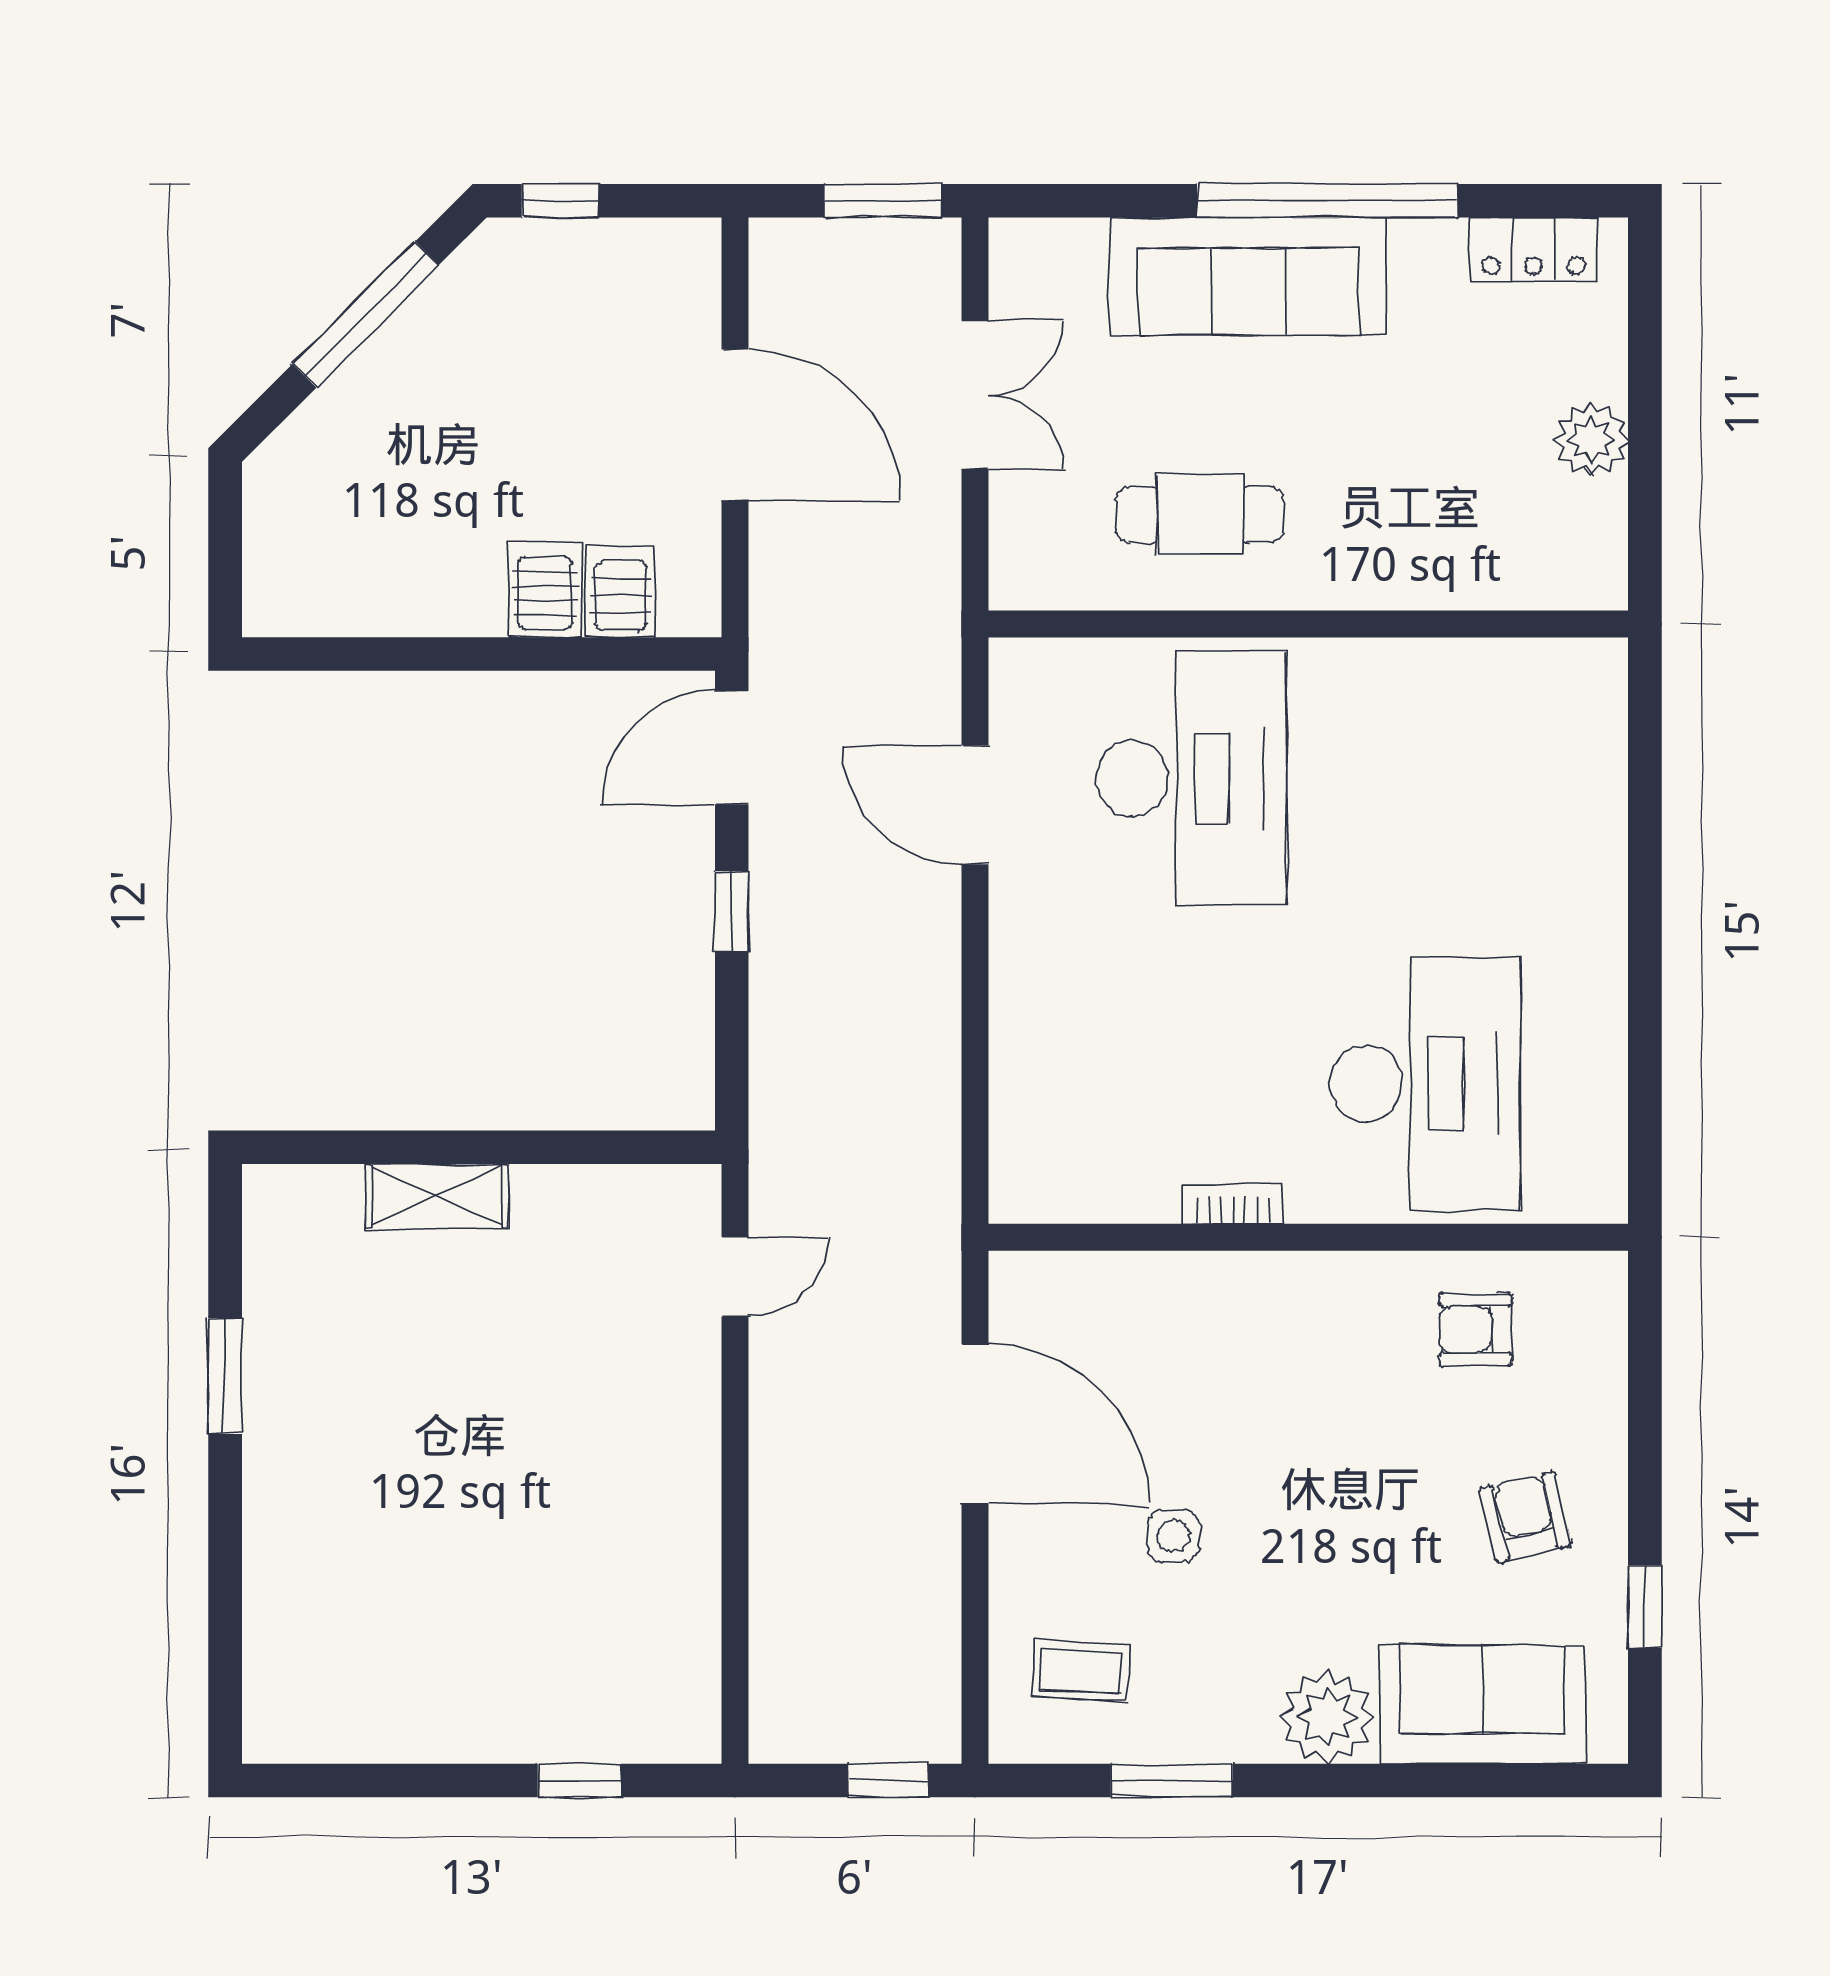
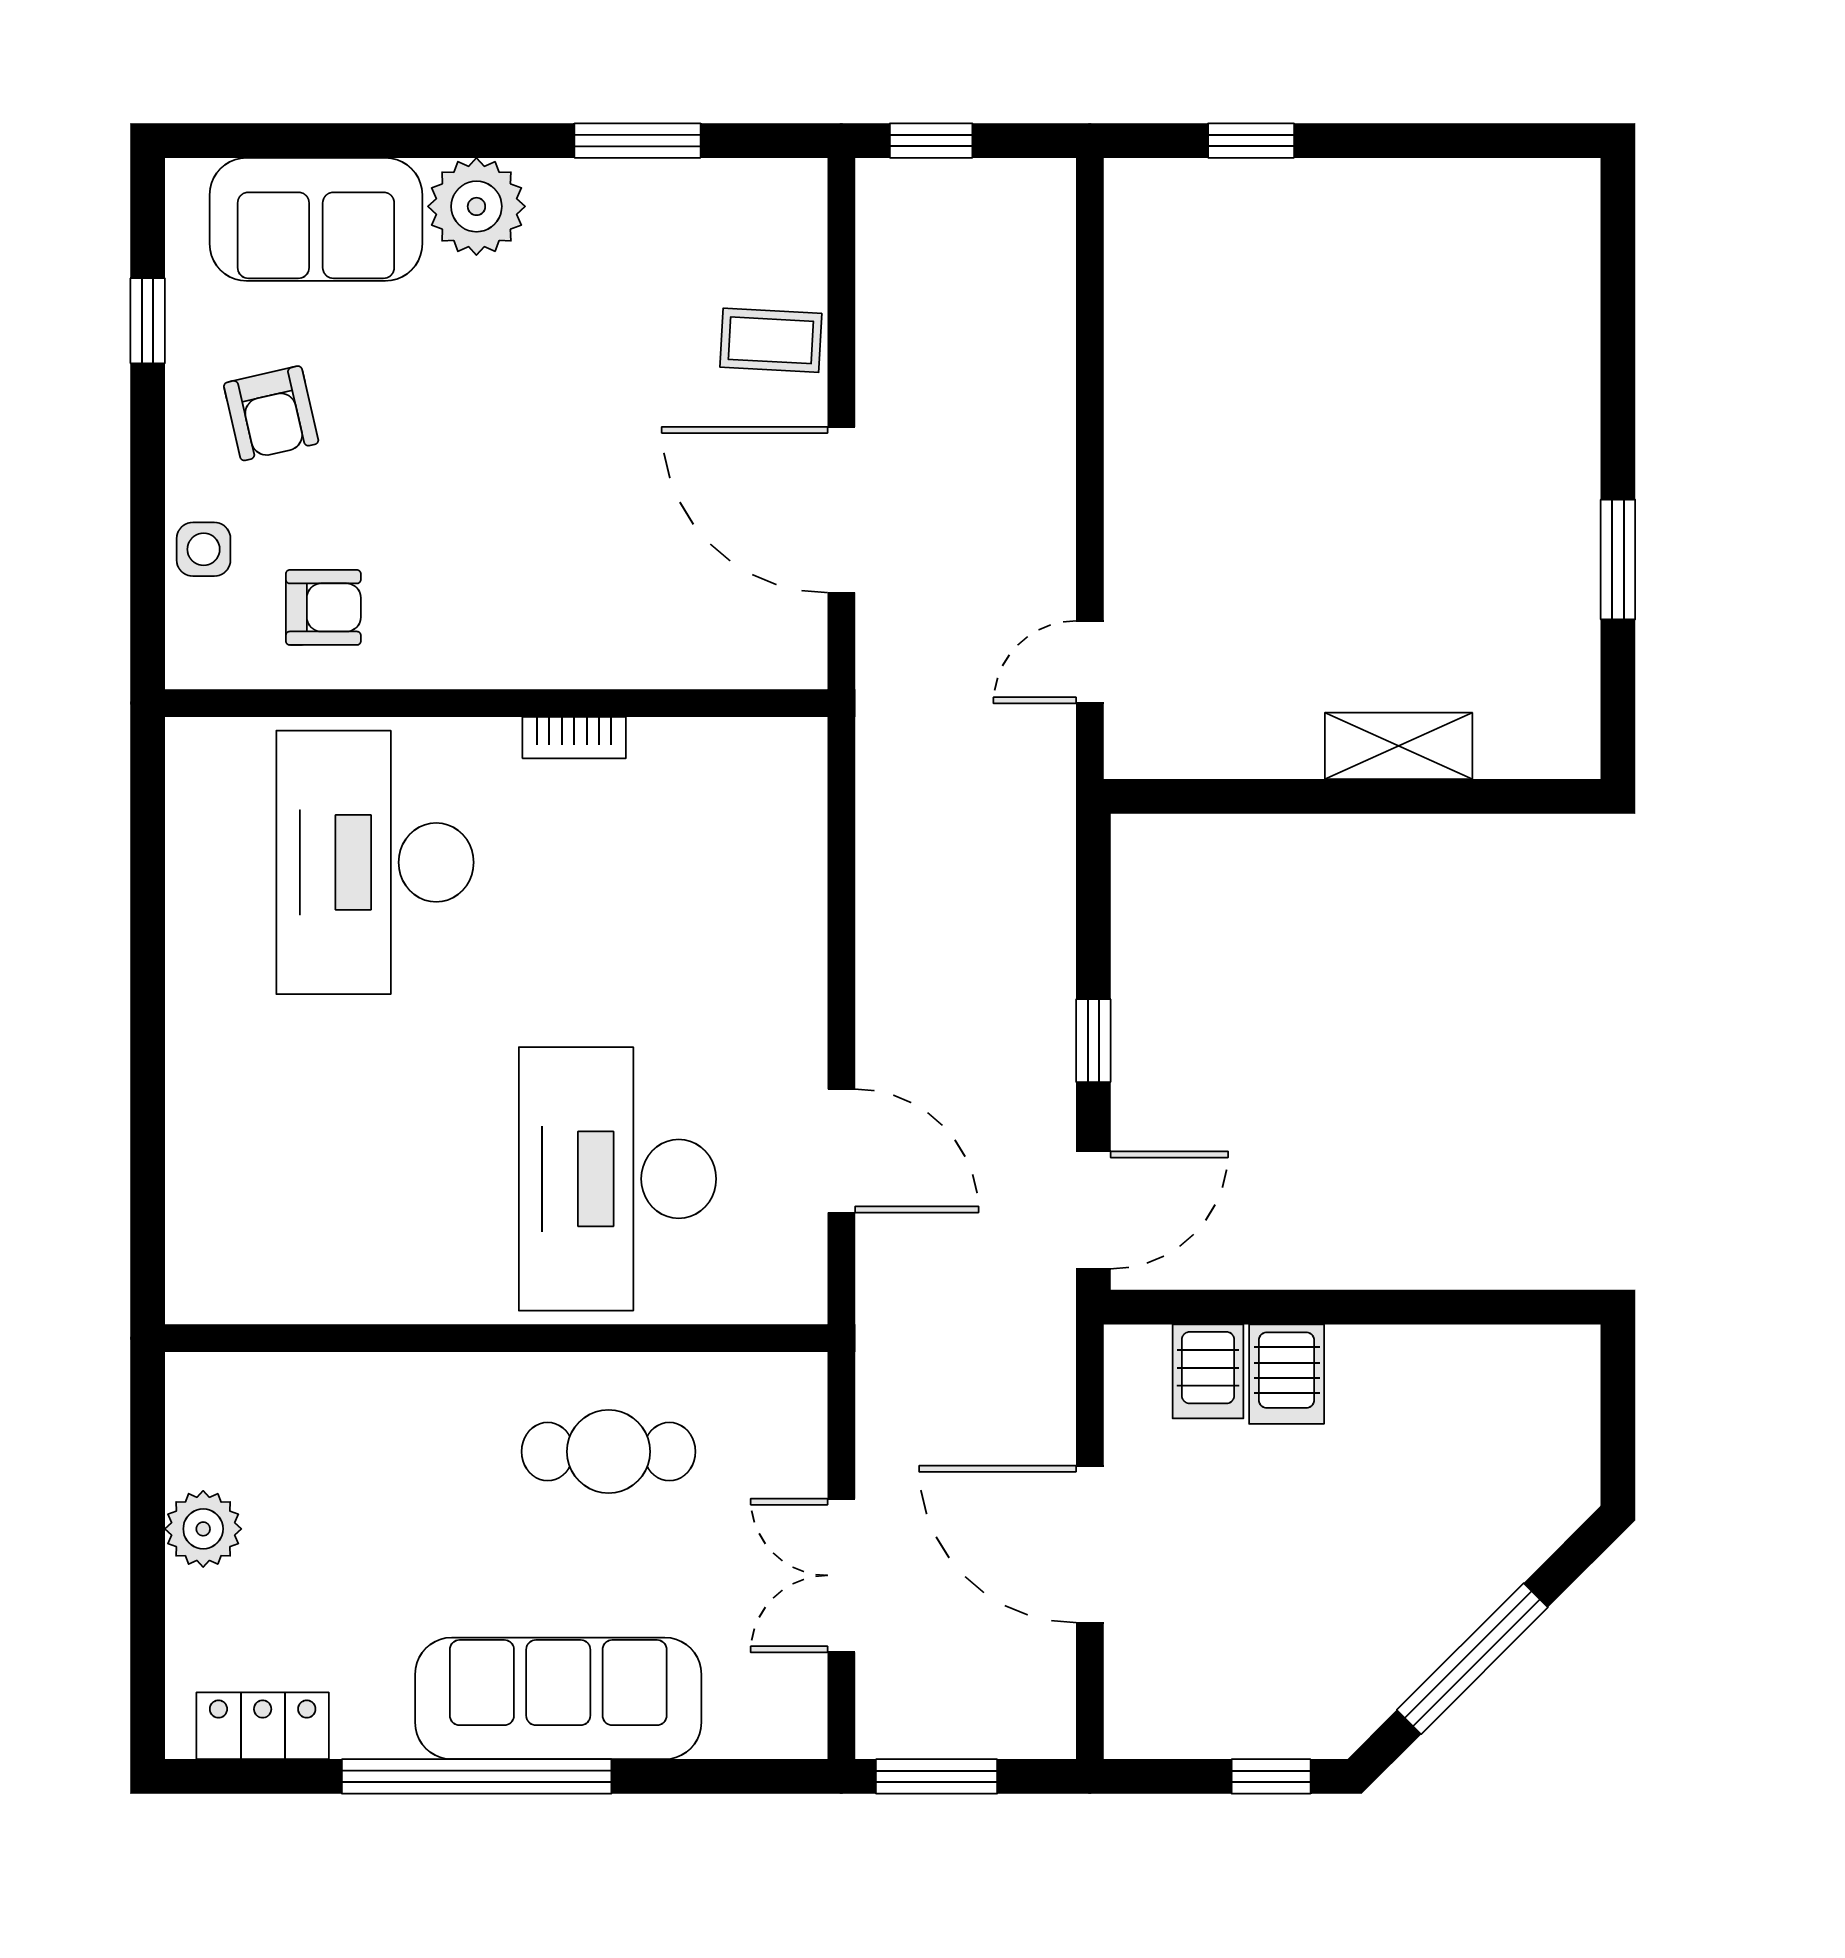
side table: (1173, 1536) -> (204, 549), moved
coffee table: (1080, 1671) -> (771, 340), moved

